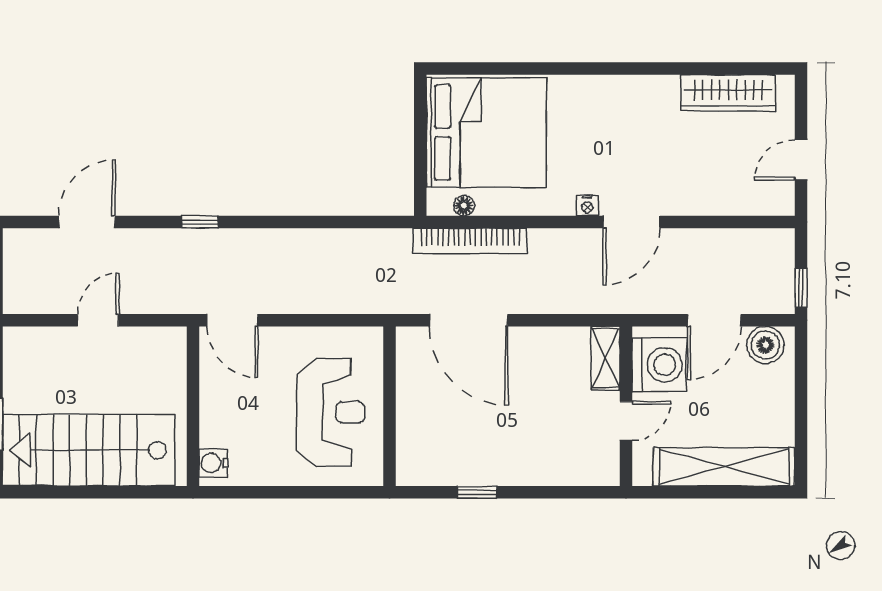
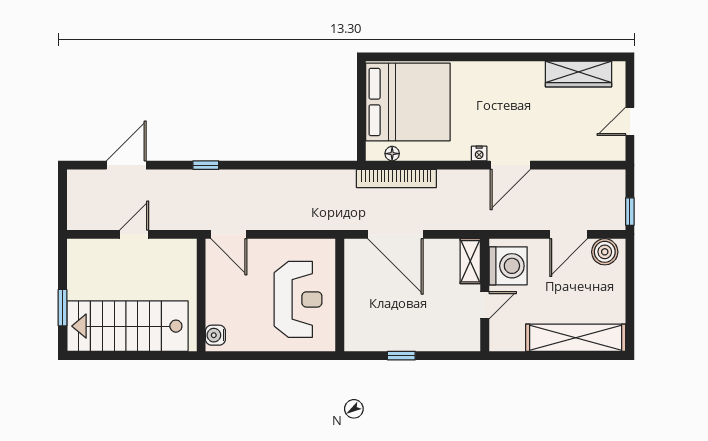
shelving: (606, 358) -> (470, 261), moved
washing machine: (659, 365) -> (508, 266), moved
wall: (626, 406) -> (485, 295), moved
door: (626, 421) -> (485, 305), moved

